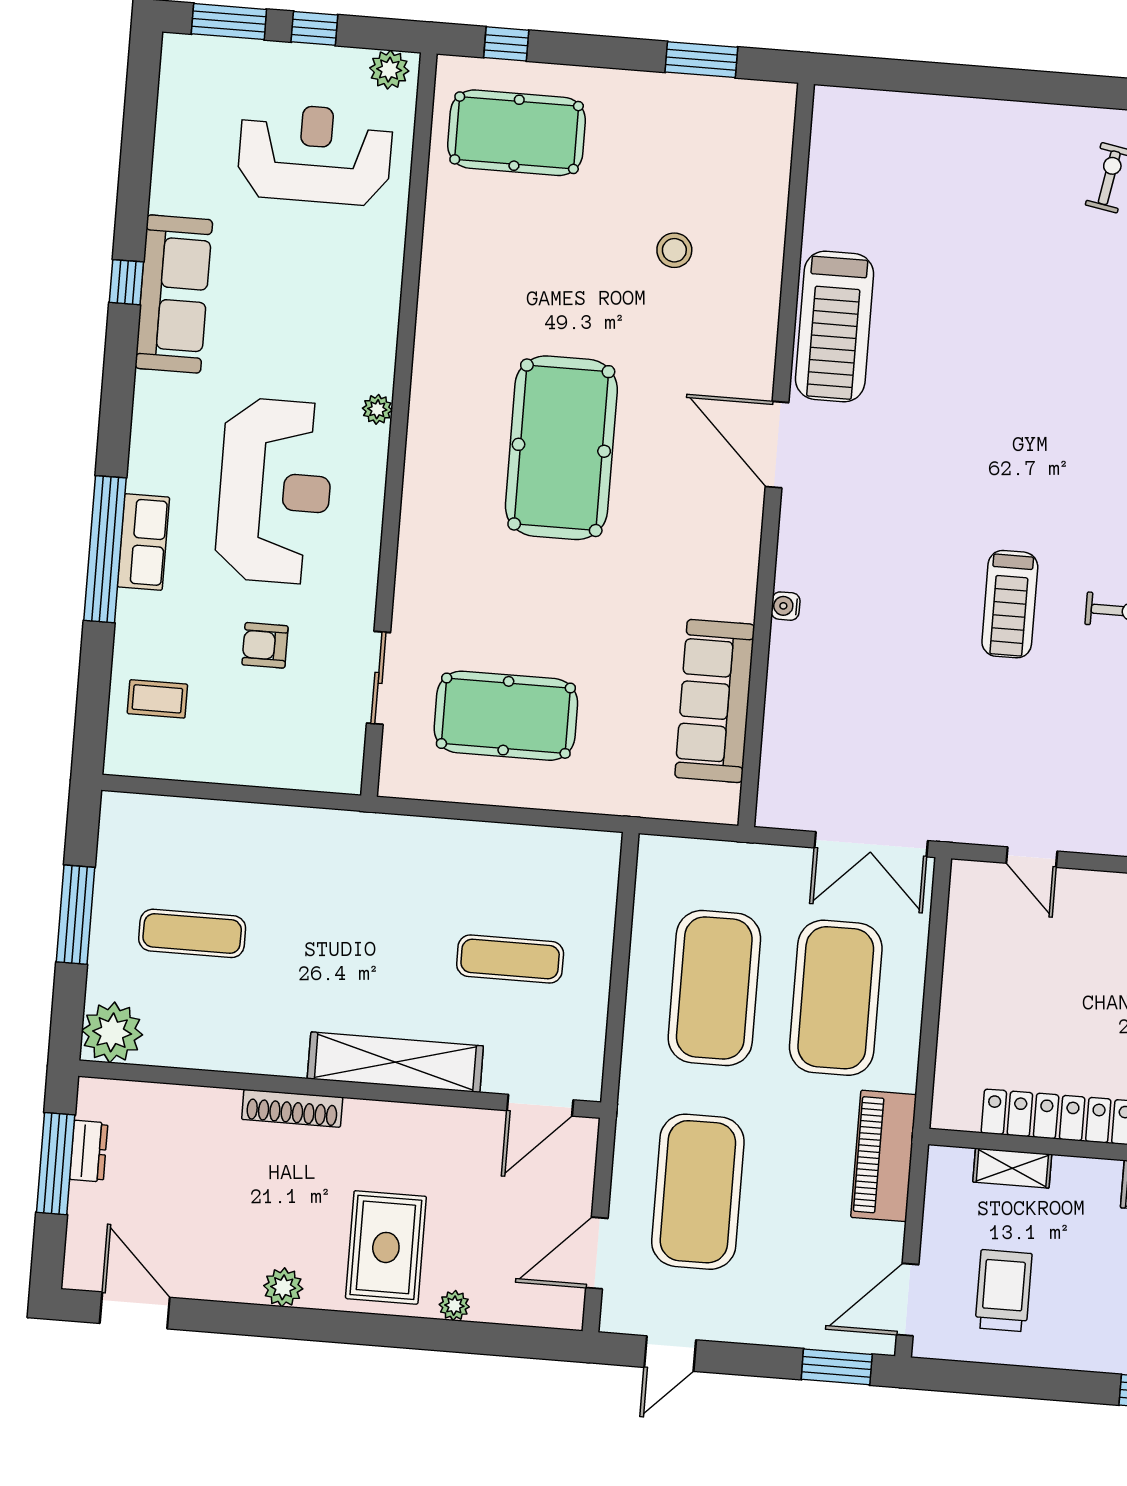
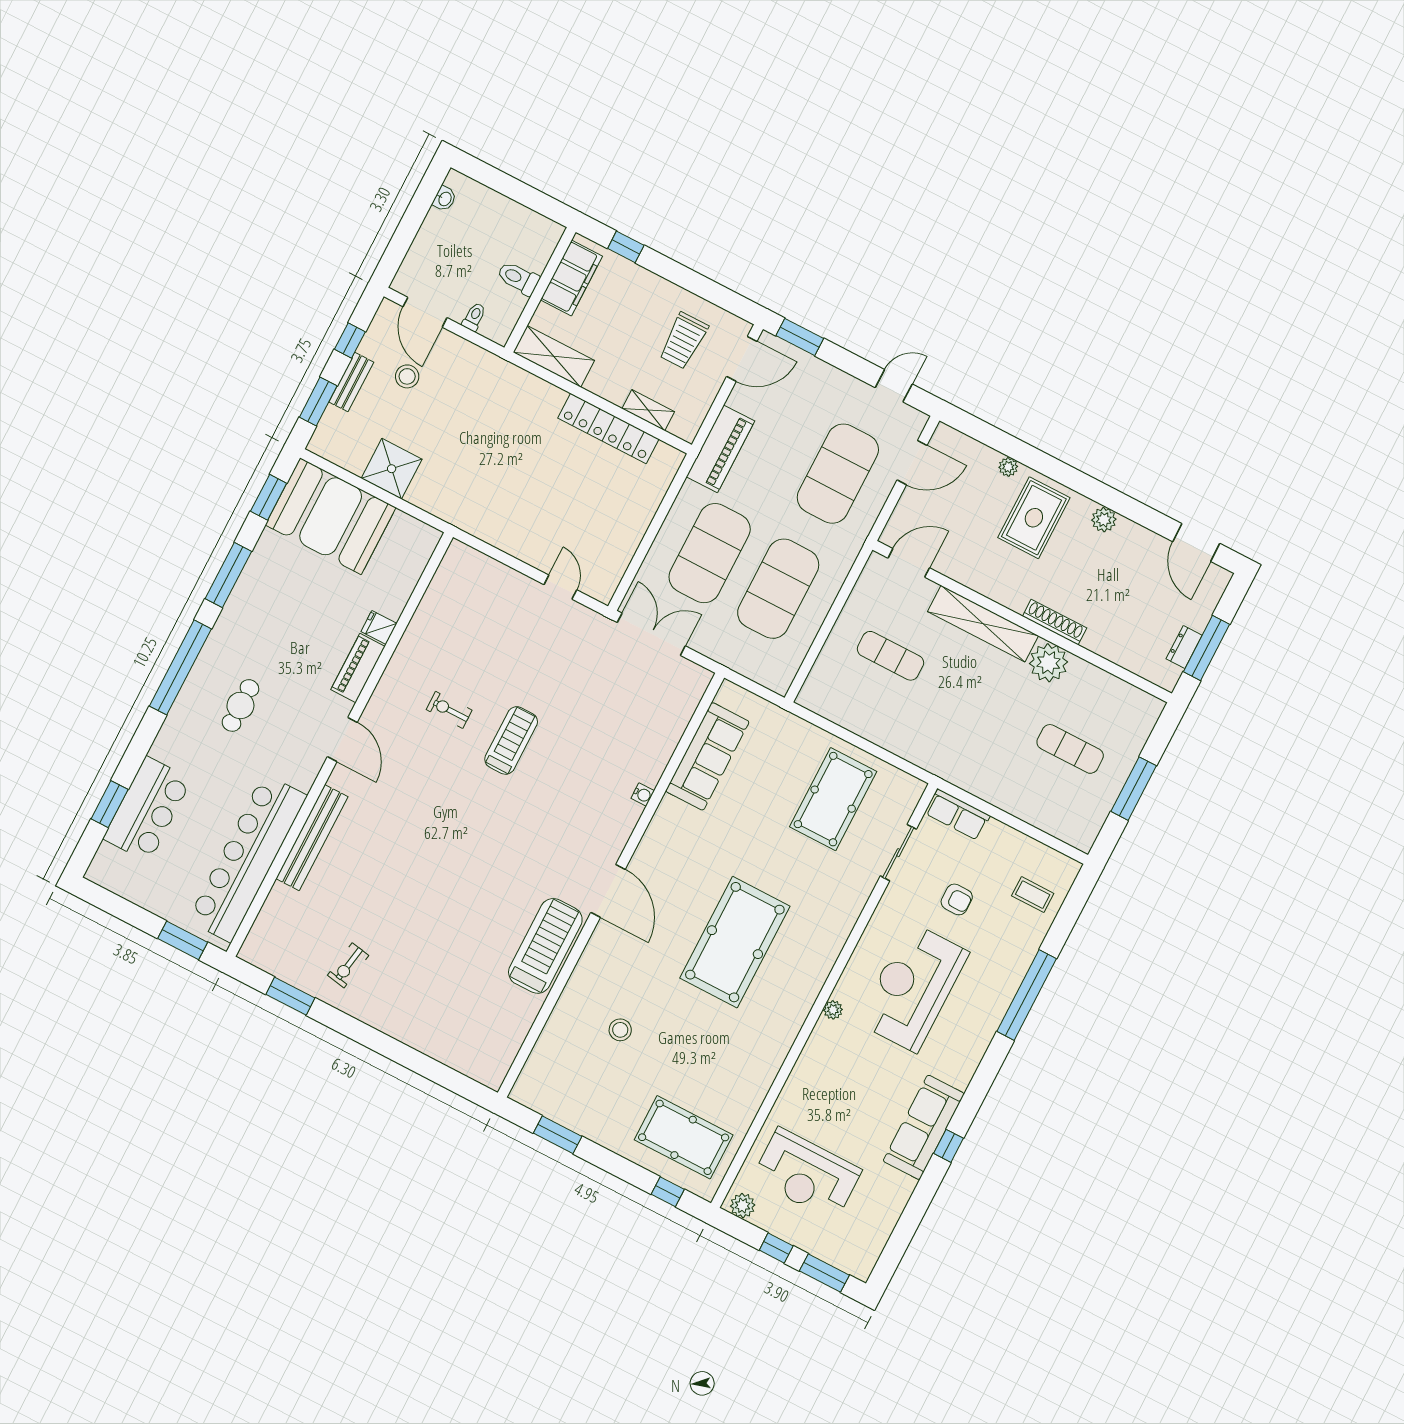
row of seats: (143, 542) -> (958, 815), moved, turned -90
pool table: (506, 716) -> (833, 799), turned 90
plant: (112, 1032) -> (1049, 663), moved

